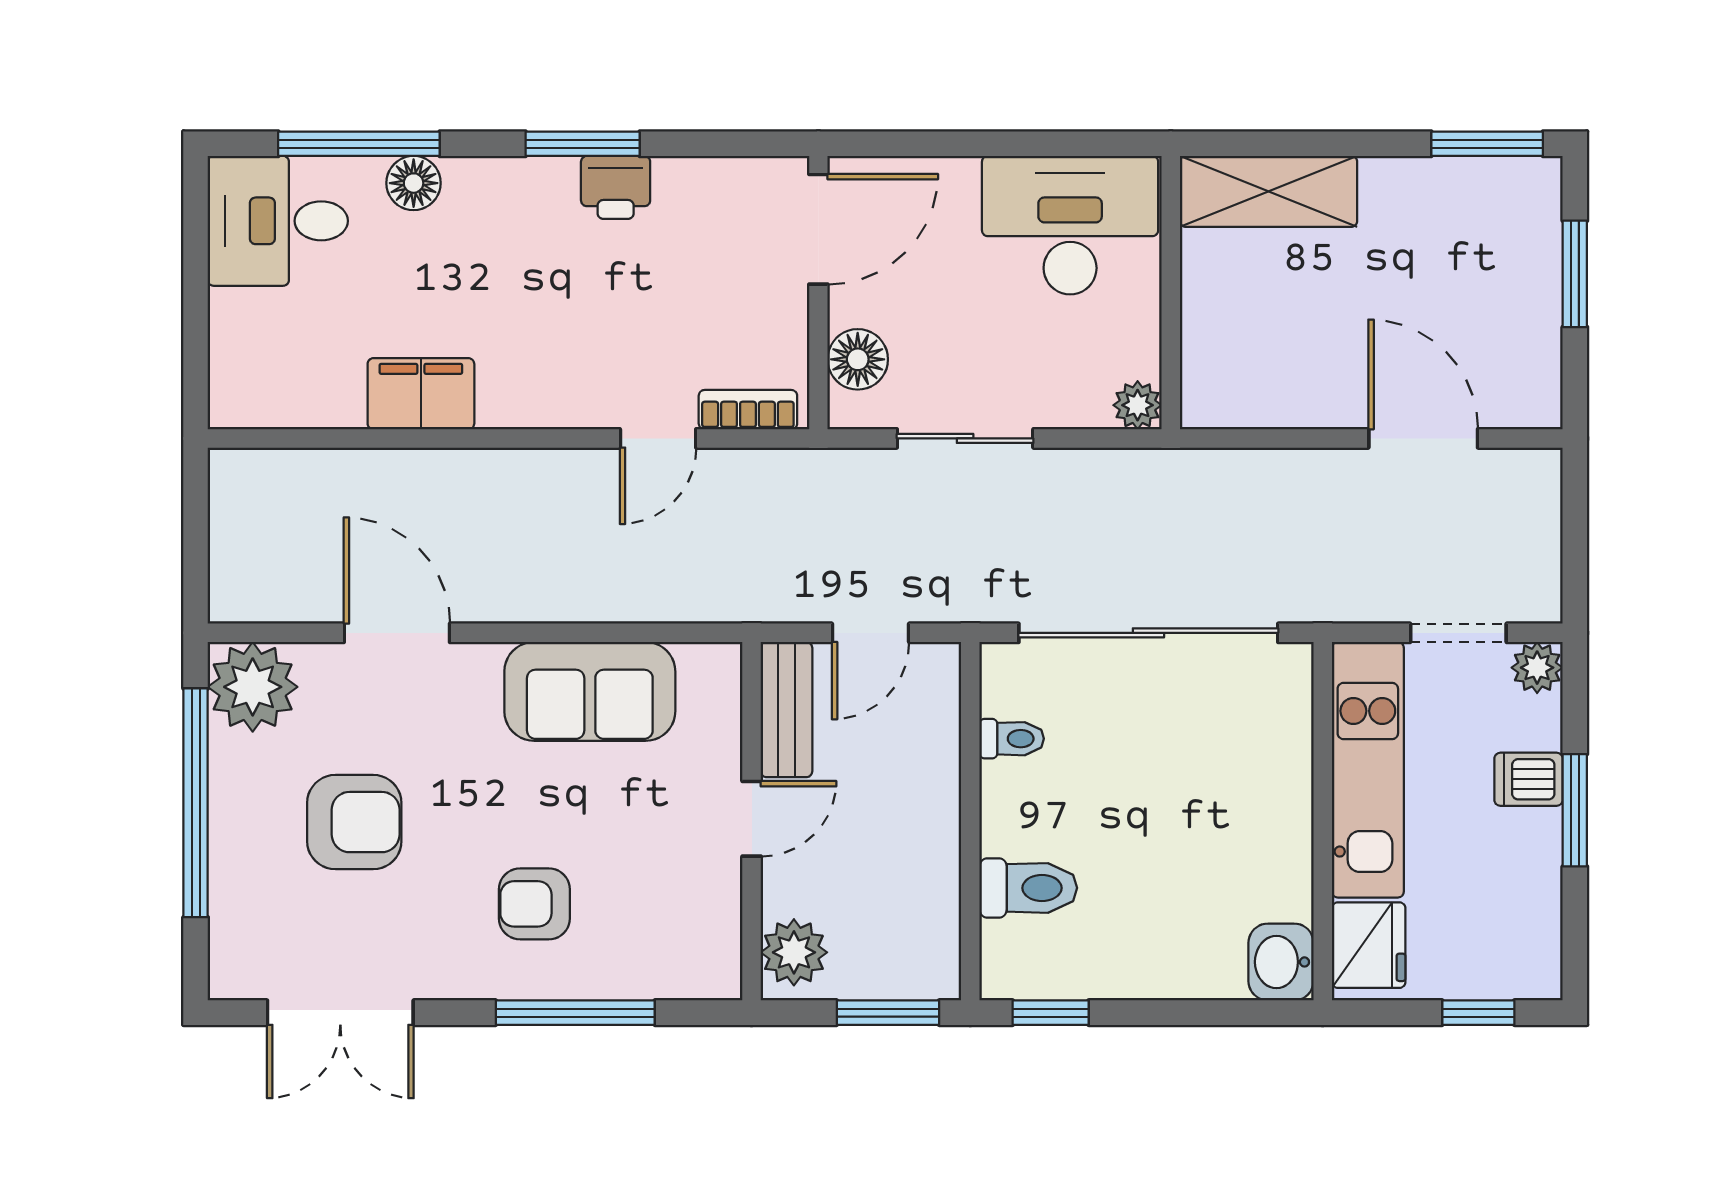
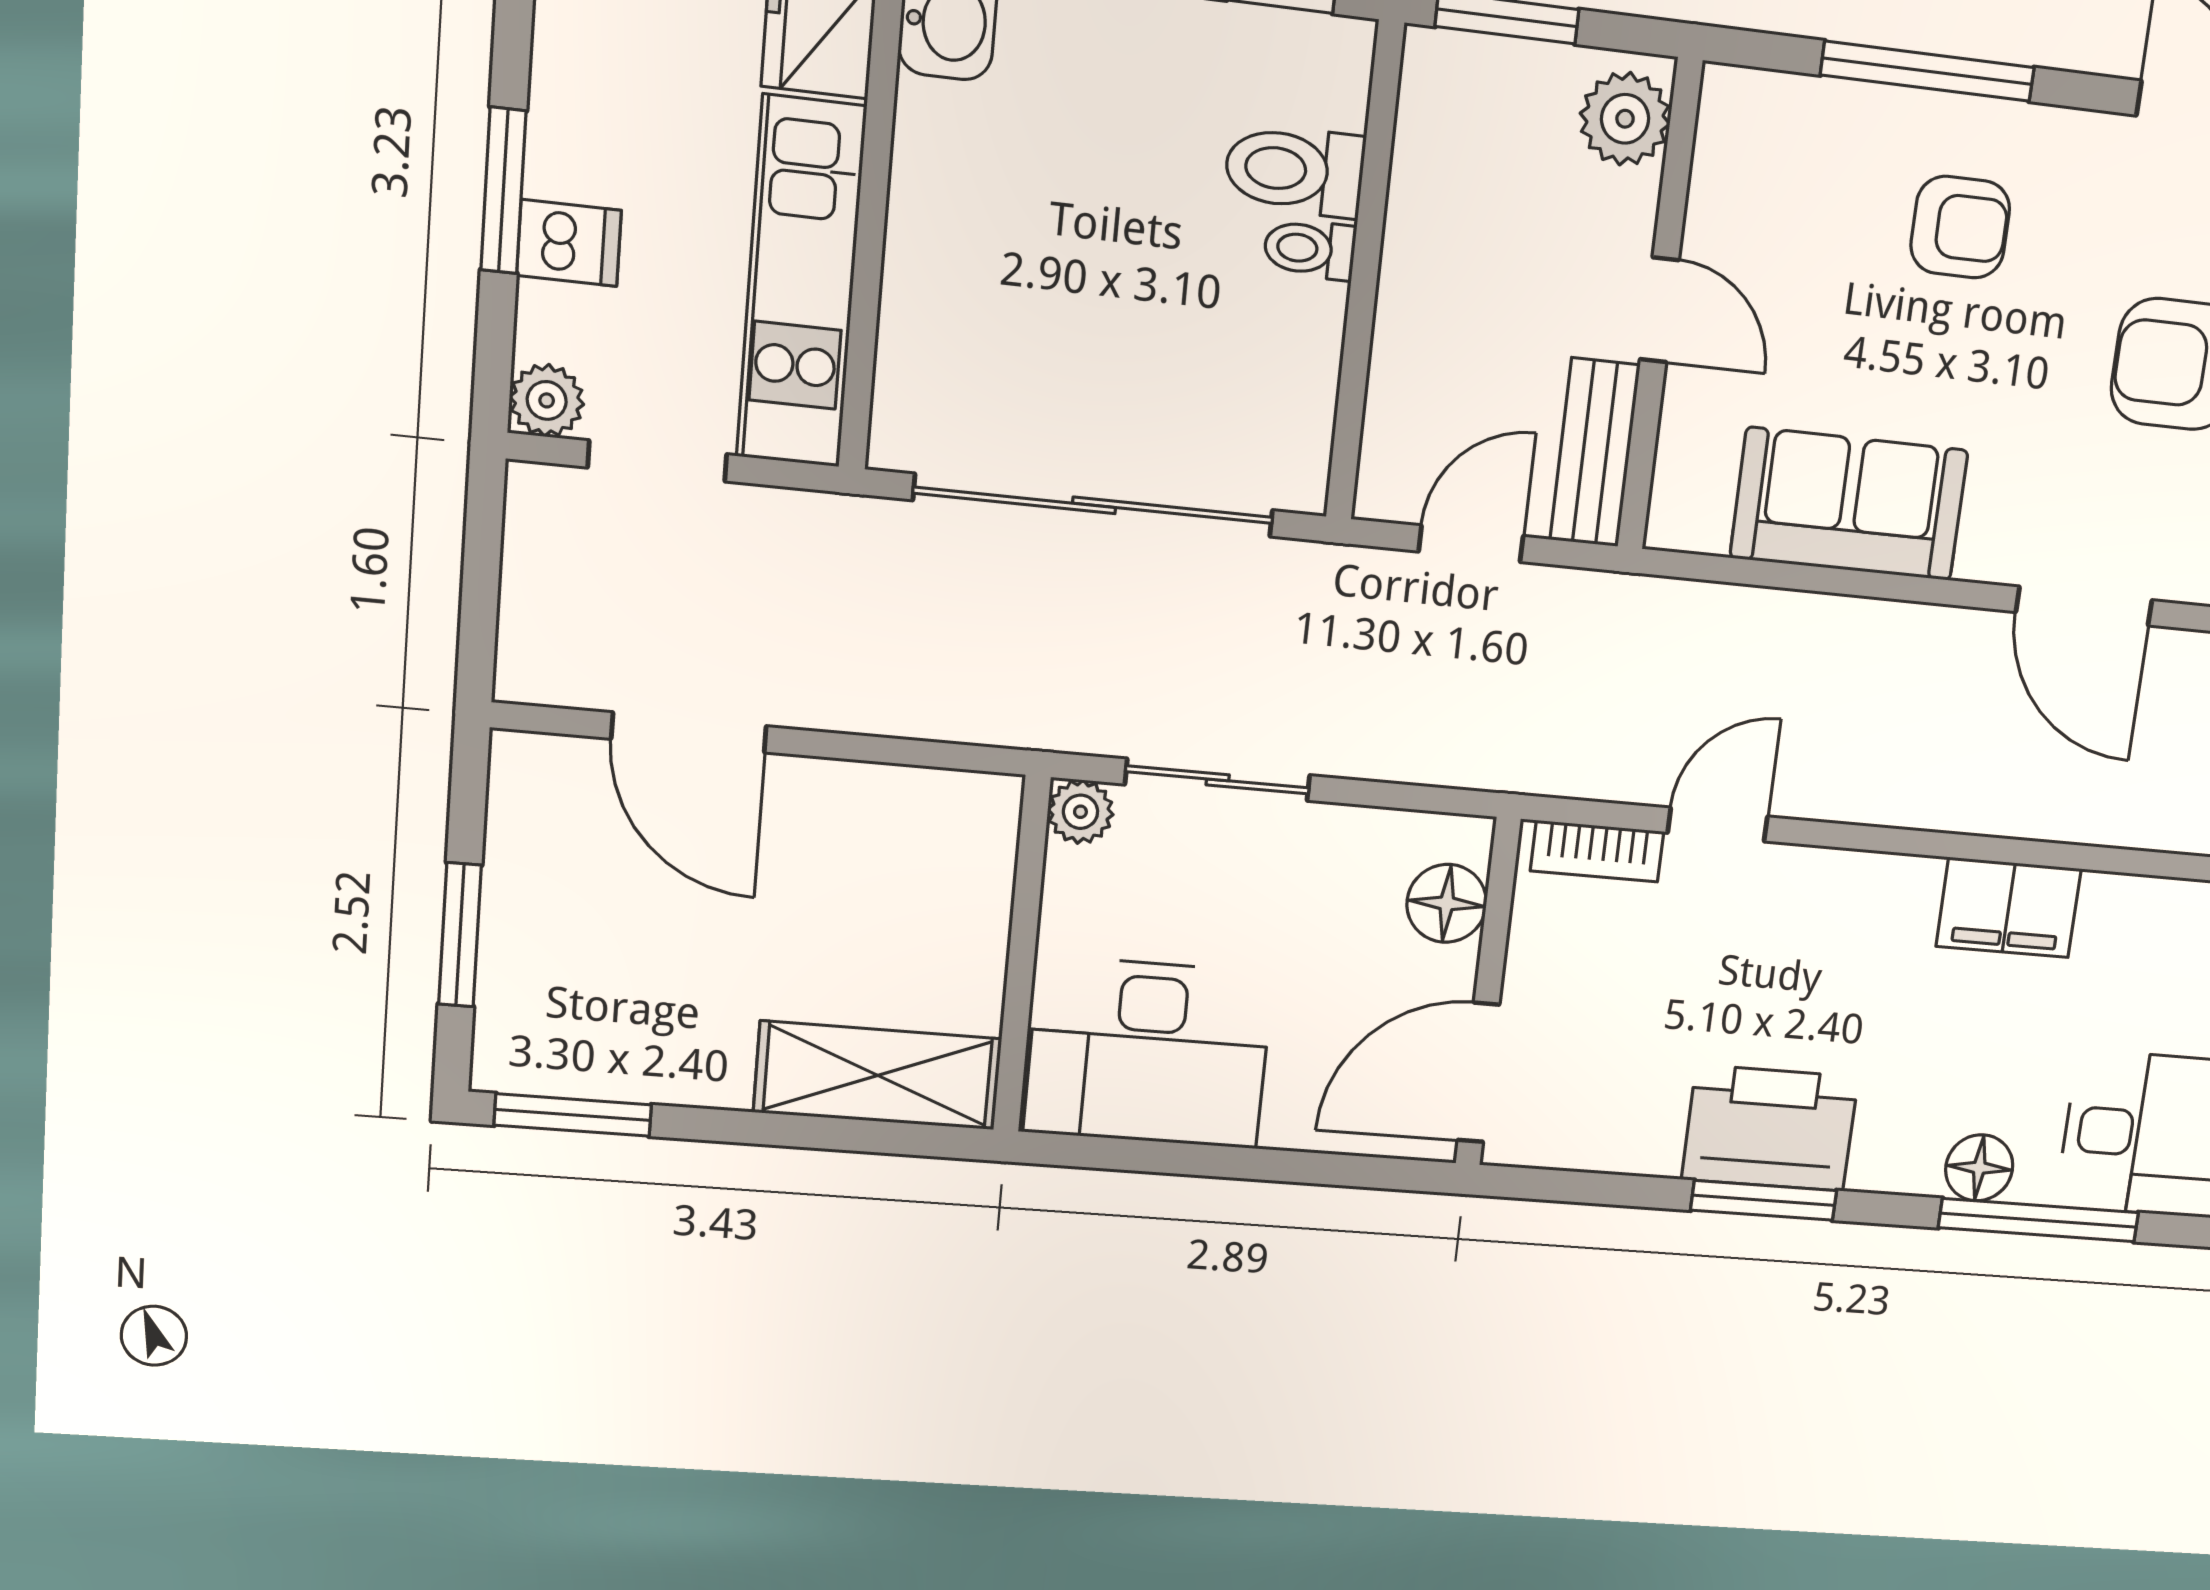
printer: (616, 187) -> (1770, 1128), width x1.87, depth x1.48
sliding door: (965, 438) -> (1218, 780), moved
toilet: (1012, 739) -> (1310, 249), moved
door: (752, 819) -> (1659, 310), swing flipped

